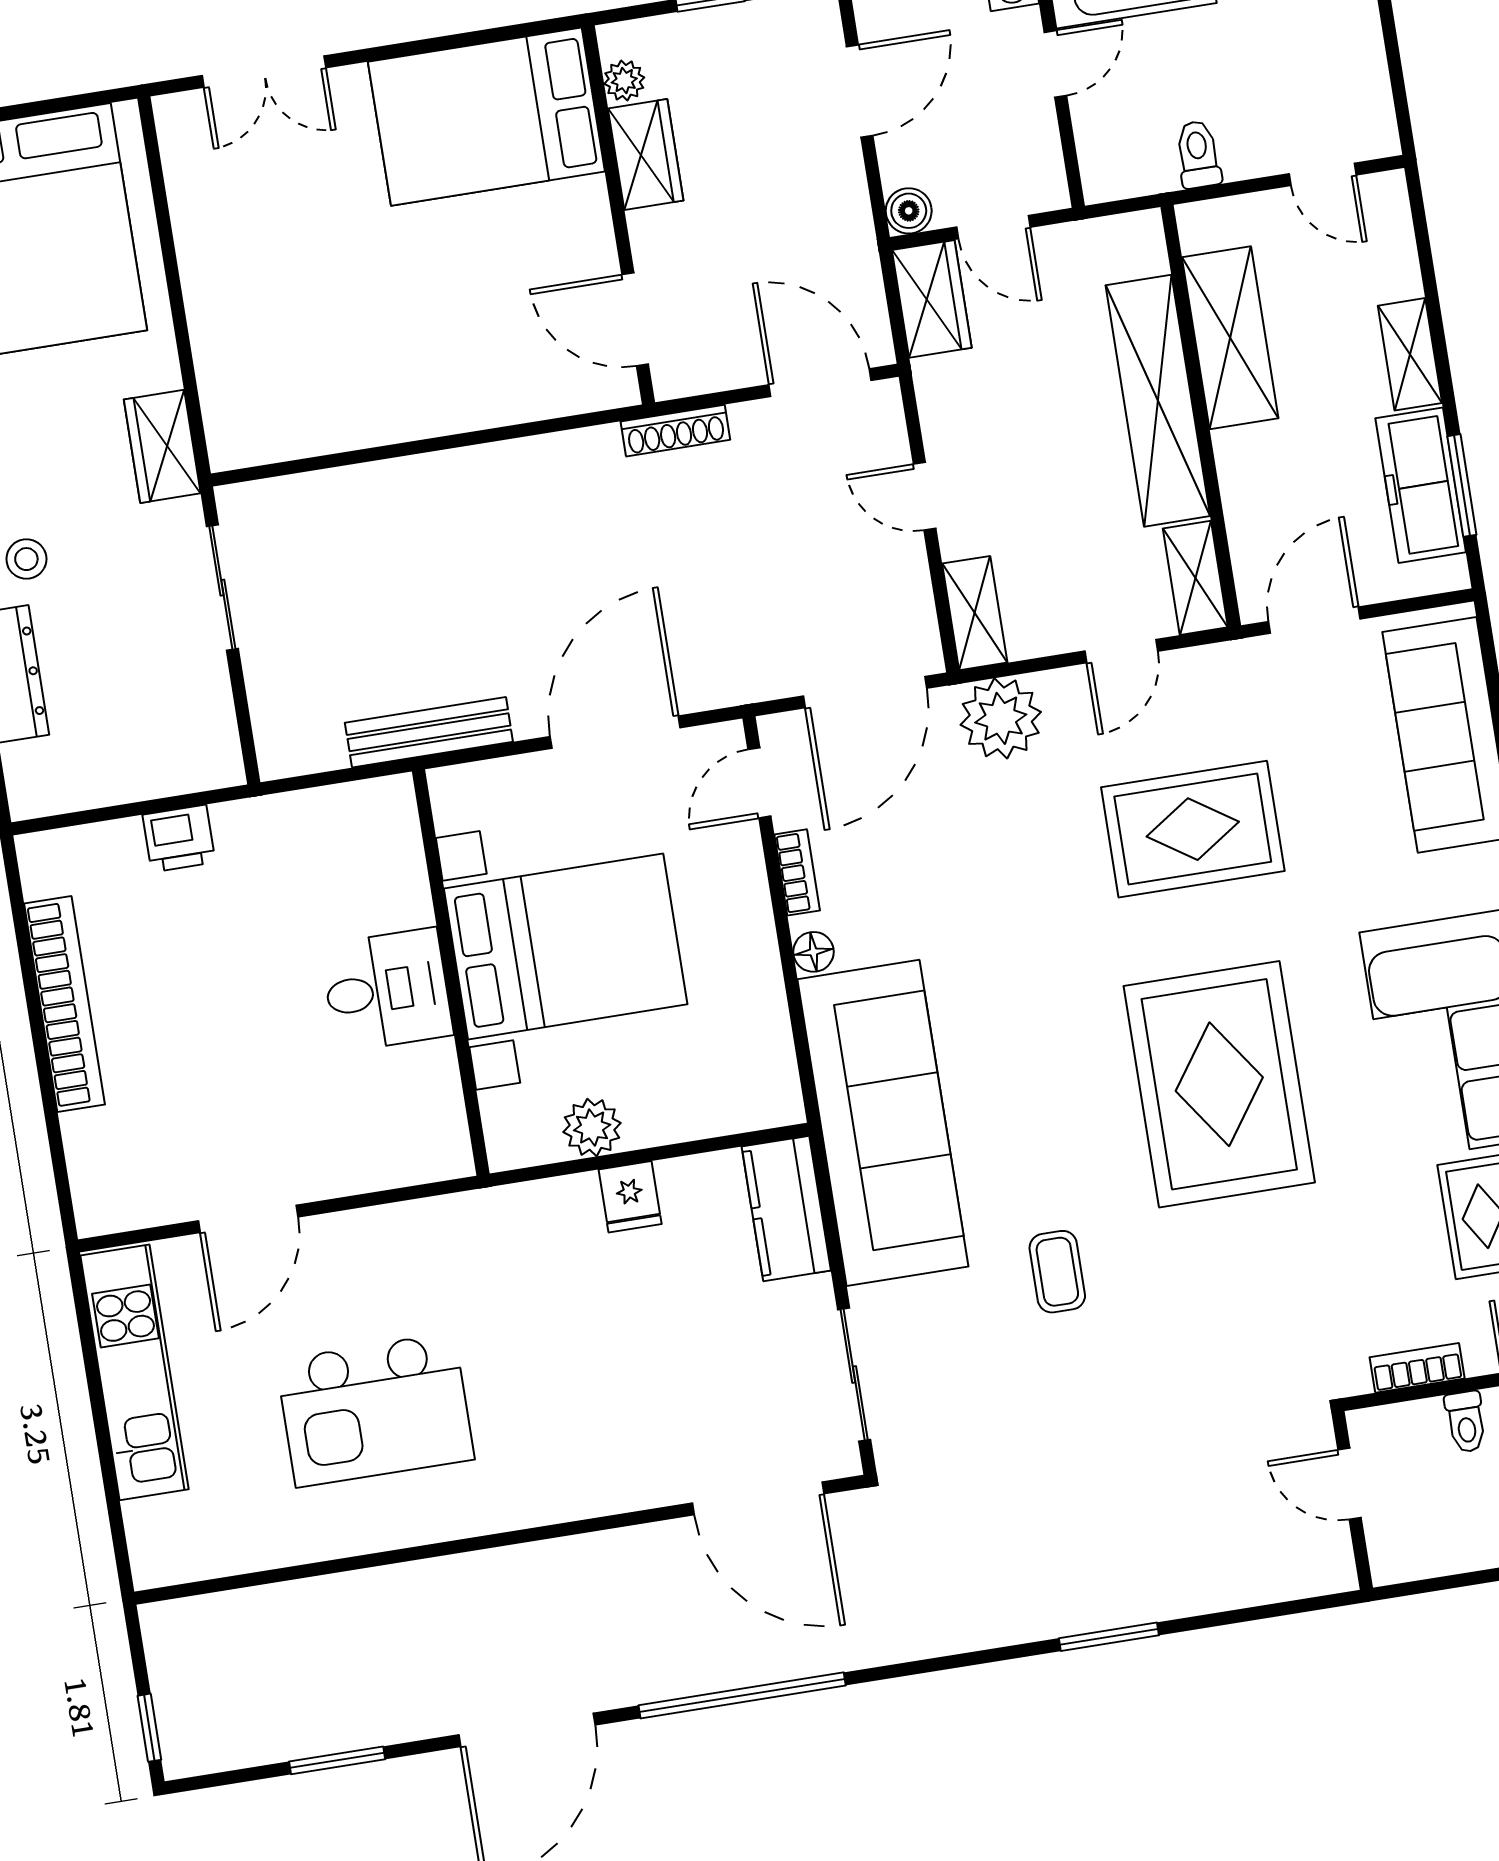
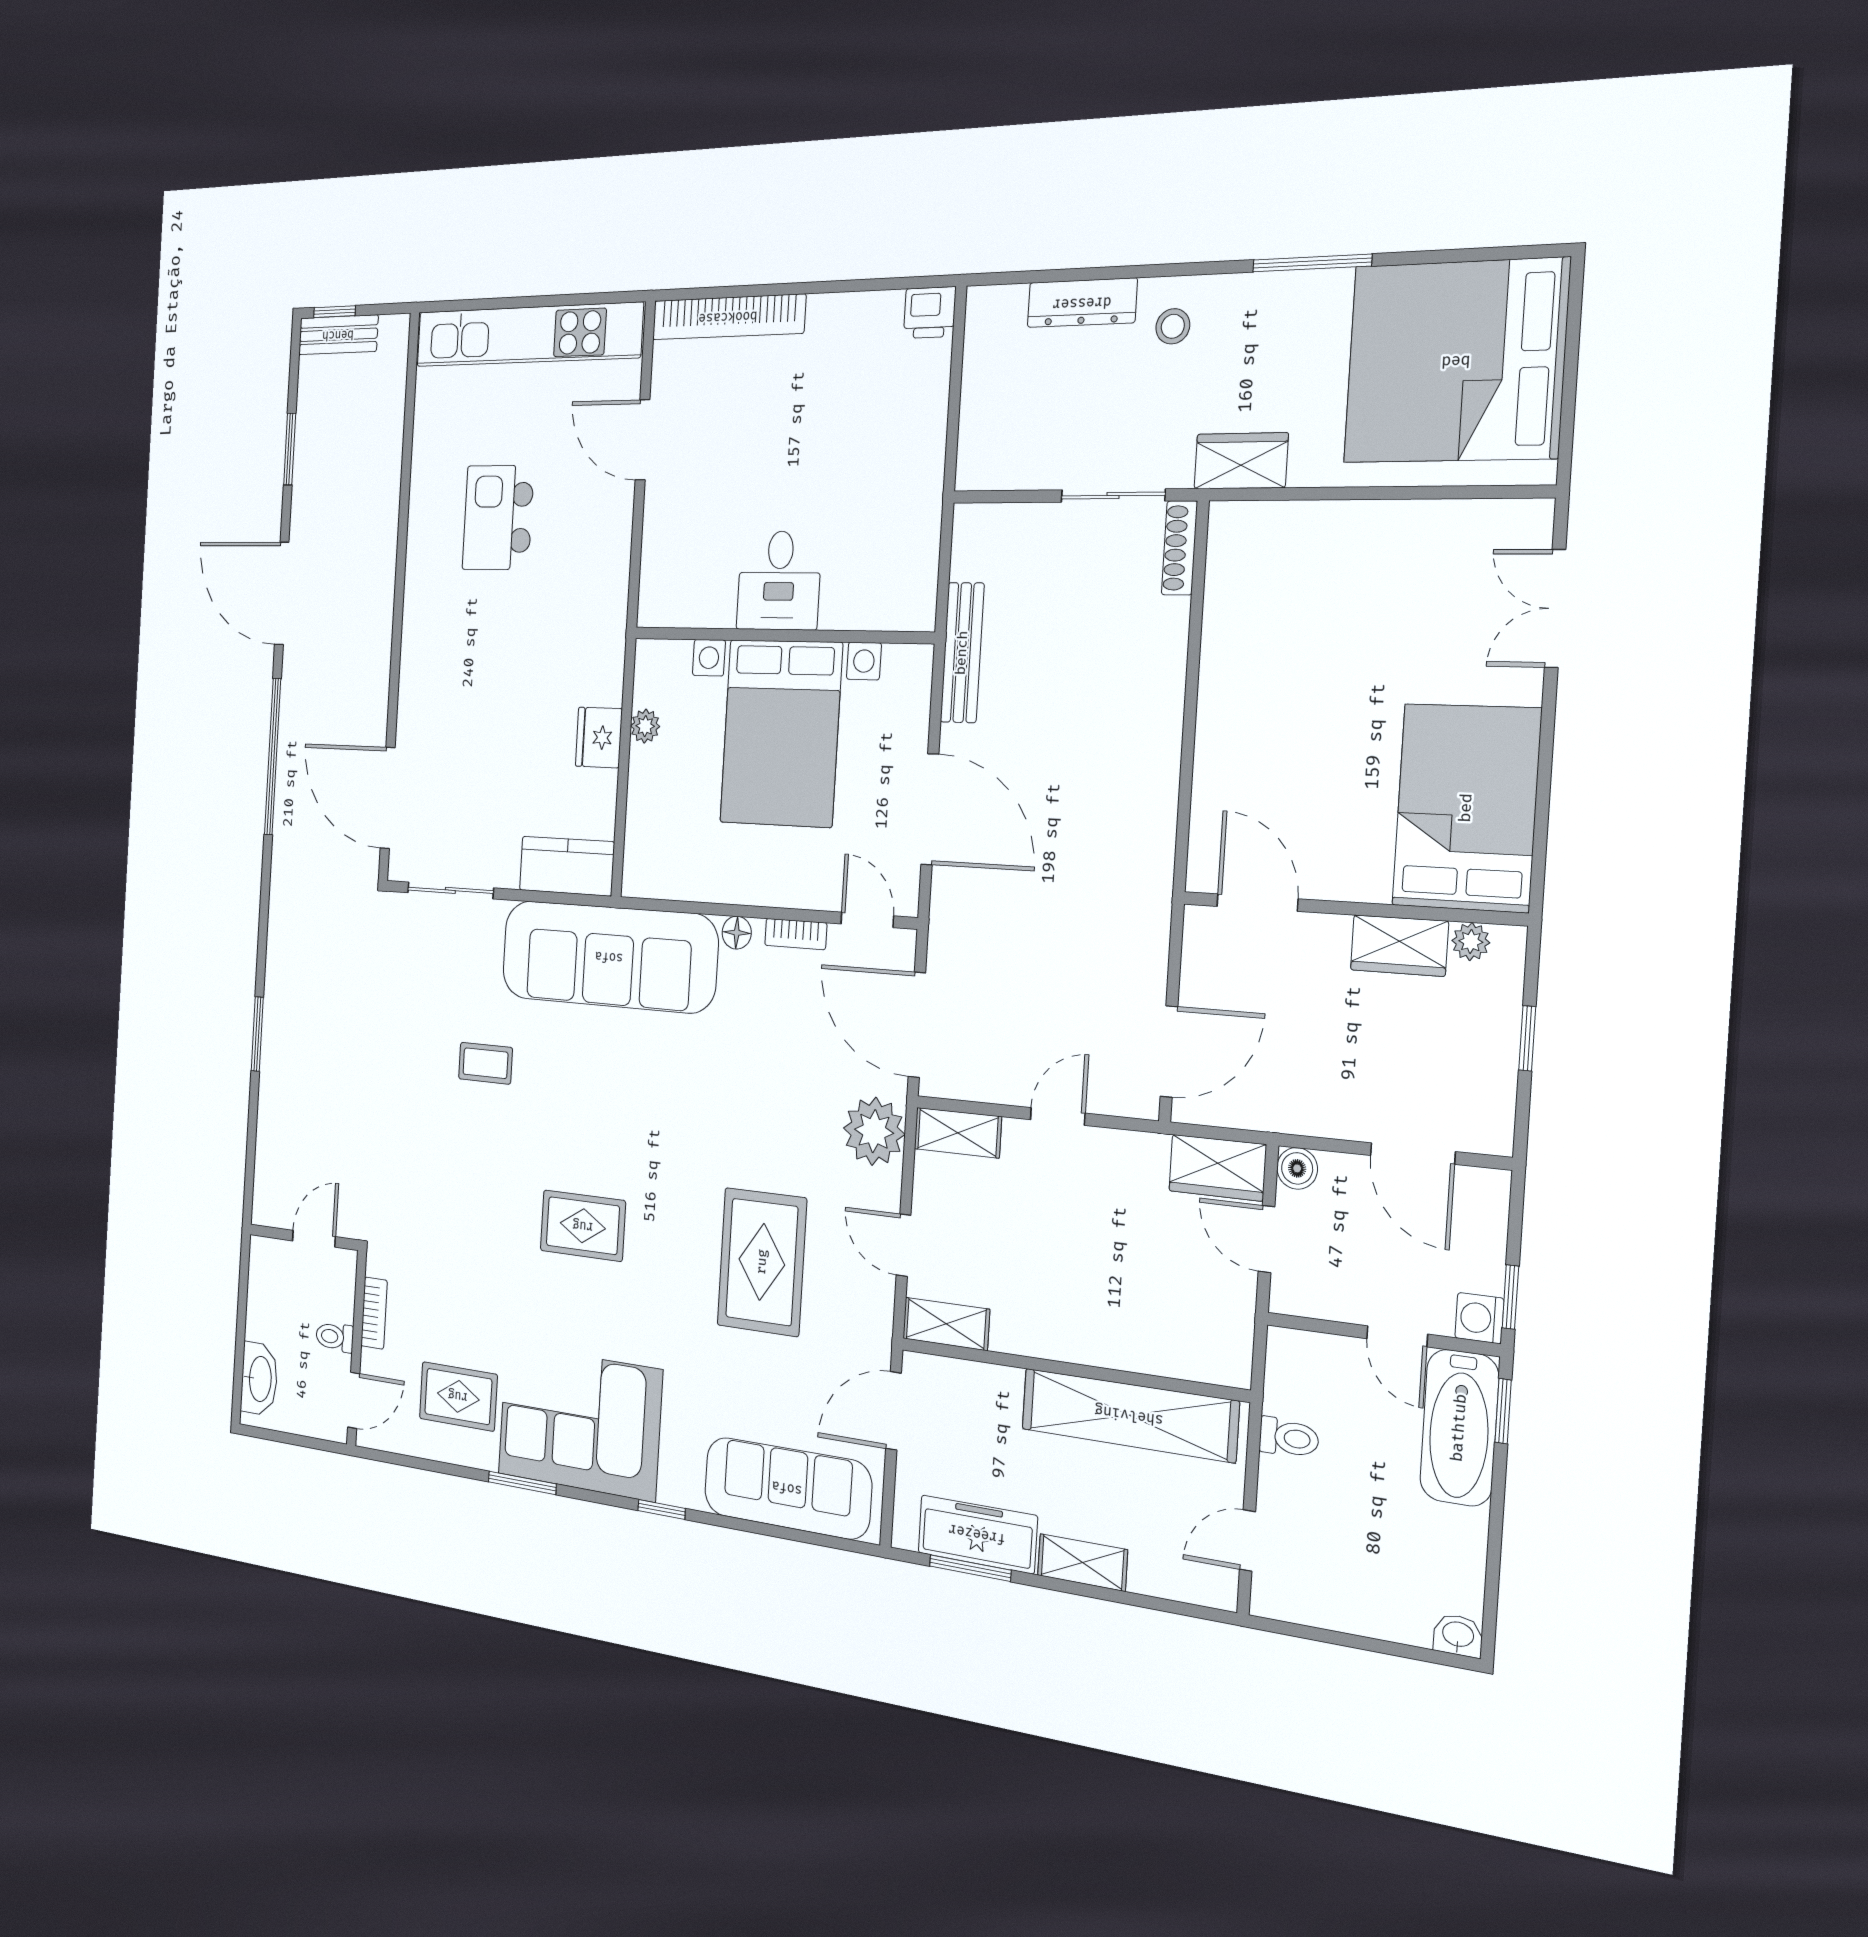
door: (993, 227) -> (1267, 1239), hinge flipped
door: (635, 319) -> (1257, 903), hinge flipped
shelving: (1230, 338) -> (1129, 1415), width x1.47
shelving: (1158, 401) -> (1091, 1337), removed
shoe rack: (675, 431) -> (1179, 548), moved
door: (1314, 620) -> (894, 1411), swing flipped
printer: (179, 838) -> (930, 313), moved, turned -90
bookcase: (64, 1004) -> (728, 317), moved
rug: (1219, 1084) -> (583, 1226), width x0.54, depth x0.49
plant: (592, 1127) -> (645, 726), width x0.73, depth x0.73
fridge: (630, 1197) -> (599, 737), width x1.38
kitchen unit: (135, 1372) -> (528, 335), width x1.36
kitchen island: (375, 1410) -> (498, 518), width x0.73, depth x0.78
door: (758, 1498) -> (388, 798), hinge flipped
bench: (179, 1715) -> (338, 335), added

